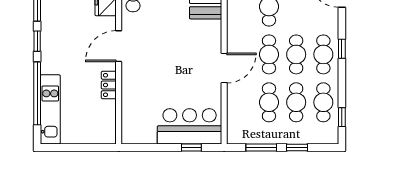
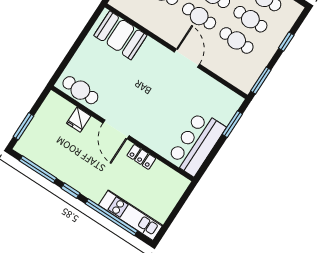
bar counter: (190, 126) -> (196, 143), moved
window: (191, 147) -> (232, 124), width x1.50
window: (261, 147) -> (261, 81), moved

